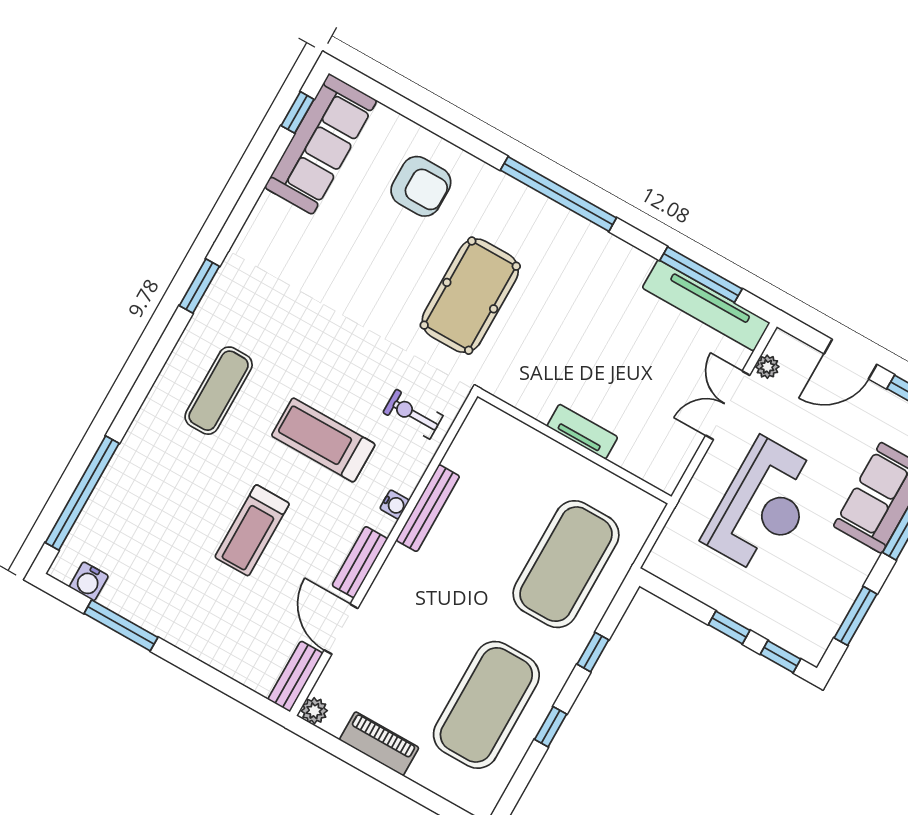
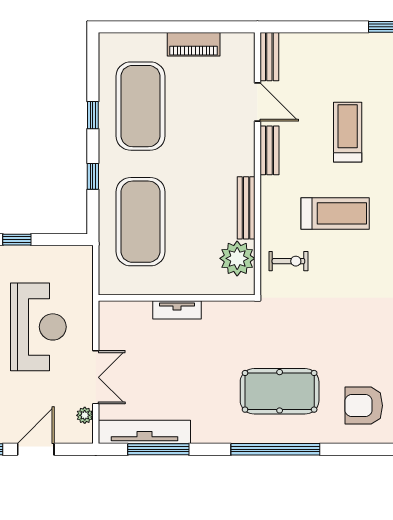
pool table: (470, 296) -> (280, 391), moved, turned 90
water cooler: (395, 505) -> (268, 198), removed
reception desk: (763, 506) -> (38, 327), turned 180
plant: (314, 711) -> (237, 258), moved, width x1.87, depth x1.87

